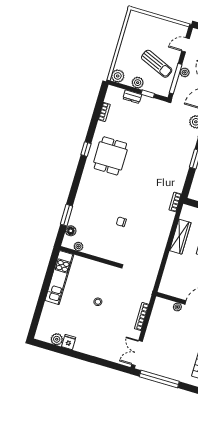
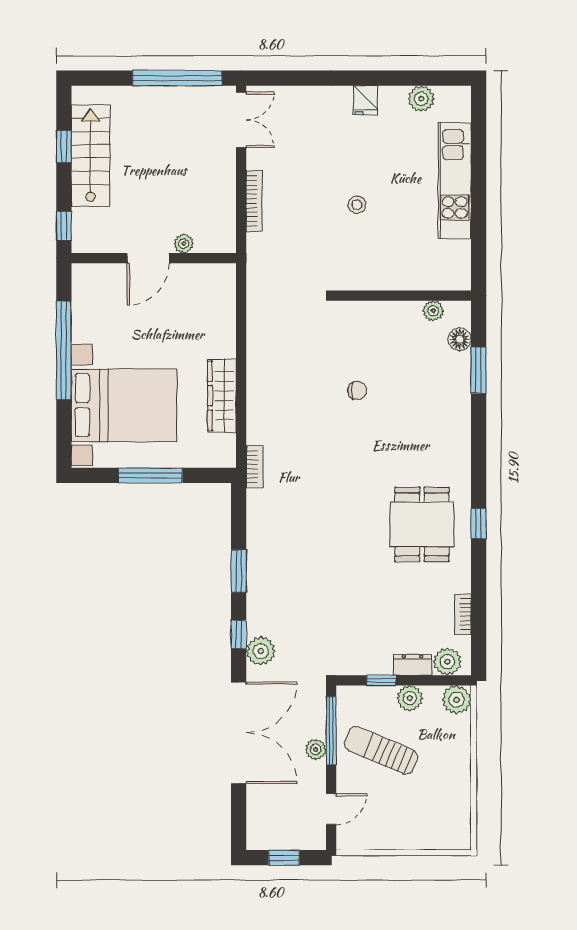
plant: (117, 94) -> (447, 662), added
kitchen unit: (59, 278) -> (455, 181), moved
fridge: (69, 342) -> (365, 100), moved

